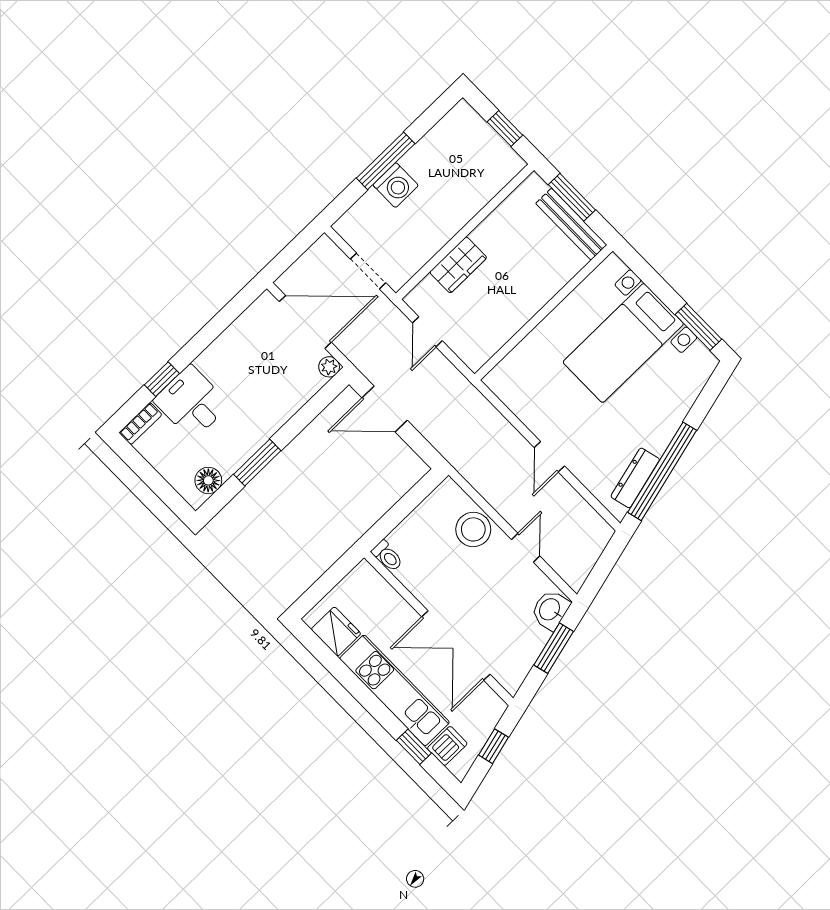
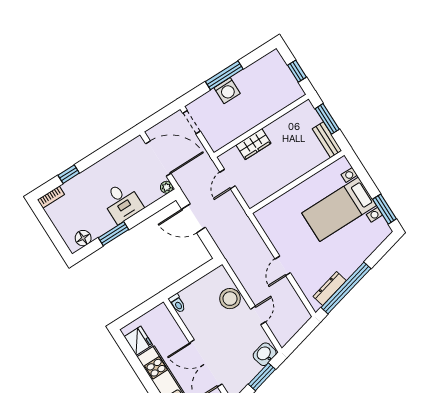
bench: (571, 224) -> (327, 140), width x0.73
doorway: (368, 271) -> (191, 122), moved
desk: (191, 402) -> (122, 202), moved, turned 180

